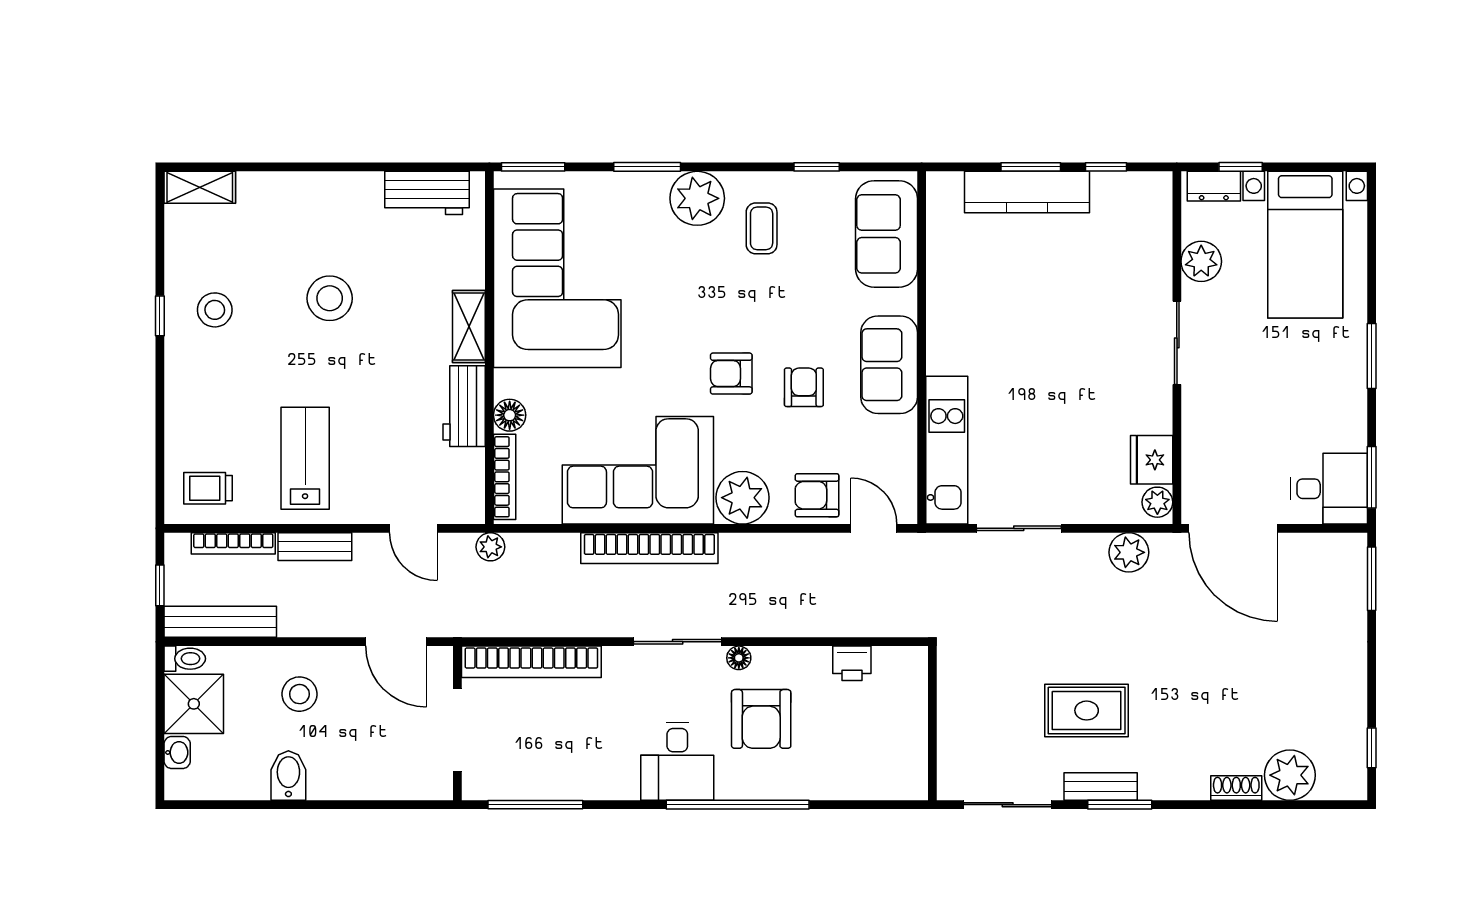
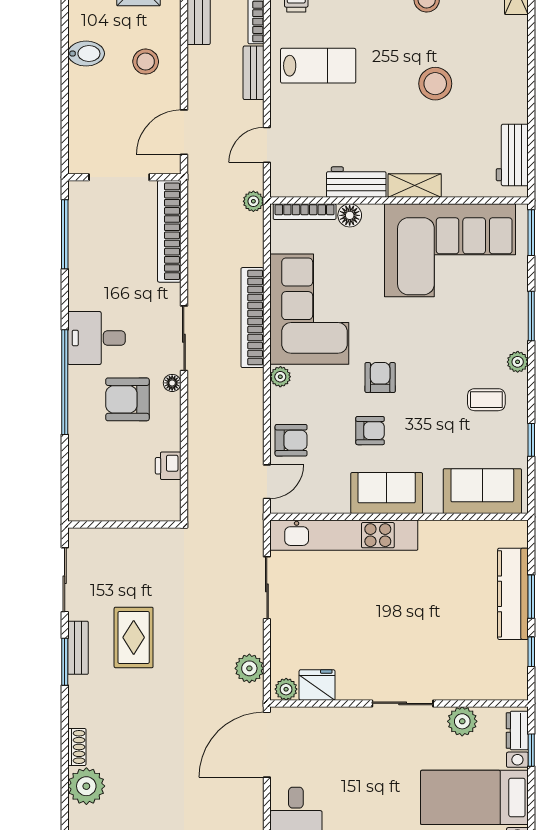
plant: (697, 198) -> (518, 362), width x0.53, depth x0.53
kitchen unit: (947, 450) -> (344, 535), width x1.36
armchair: (817, 495) -> (291, 440), turned 90
plant: (743, 498) -> (280, 377), width x0.53, depth x0.53

